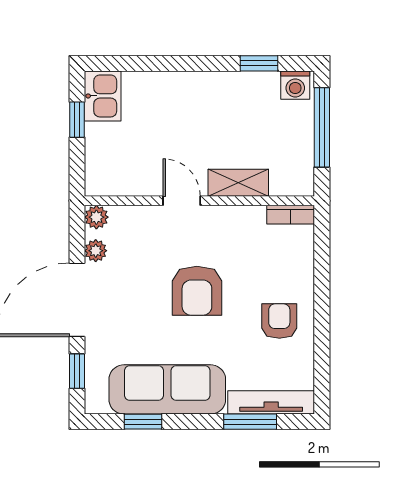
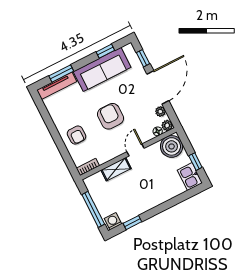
boiler: (108, 172) -> (172, 146), added
door: (182, 201) -> (136, 150), swing flipped
floor lamp: (121, 215) -> (158, 131), added
armchair: (279, 321) -> (77, 135), moved

